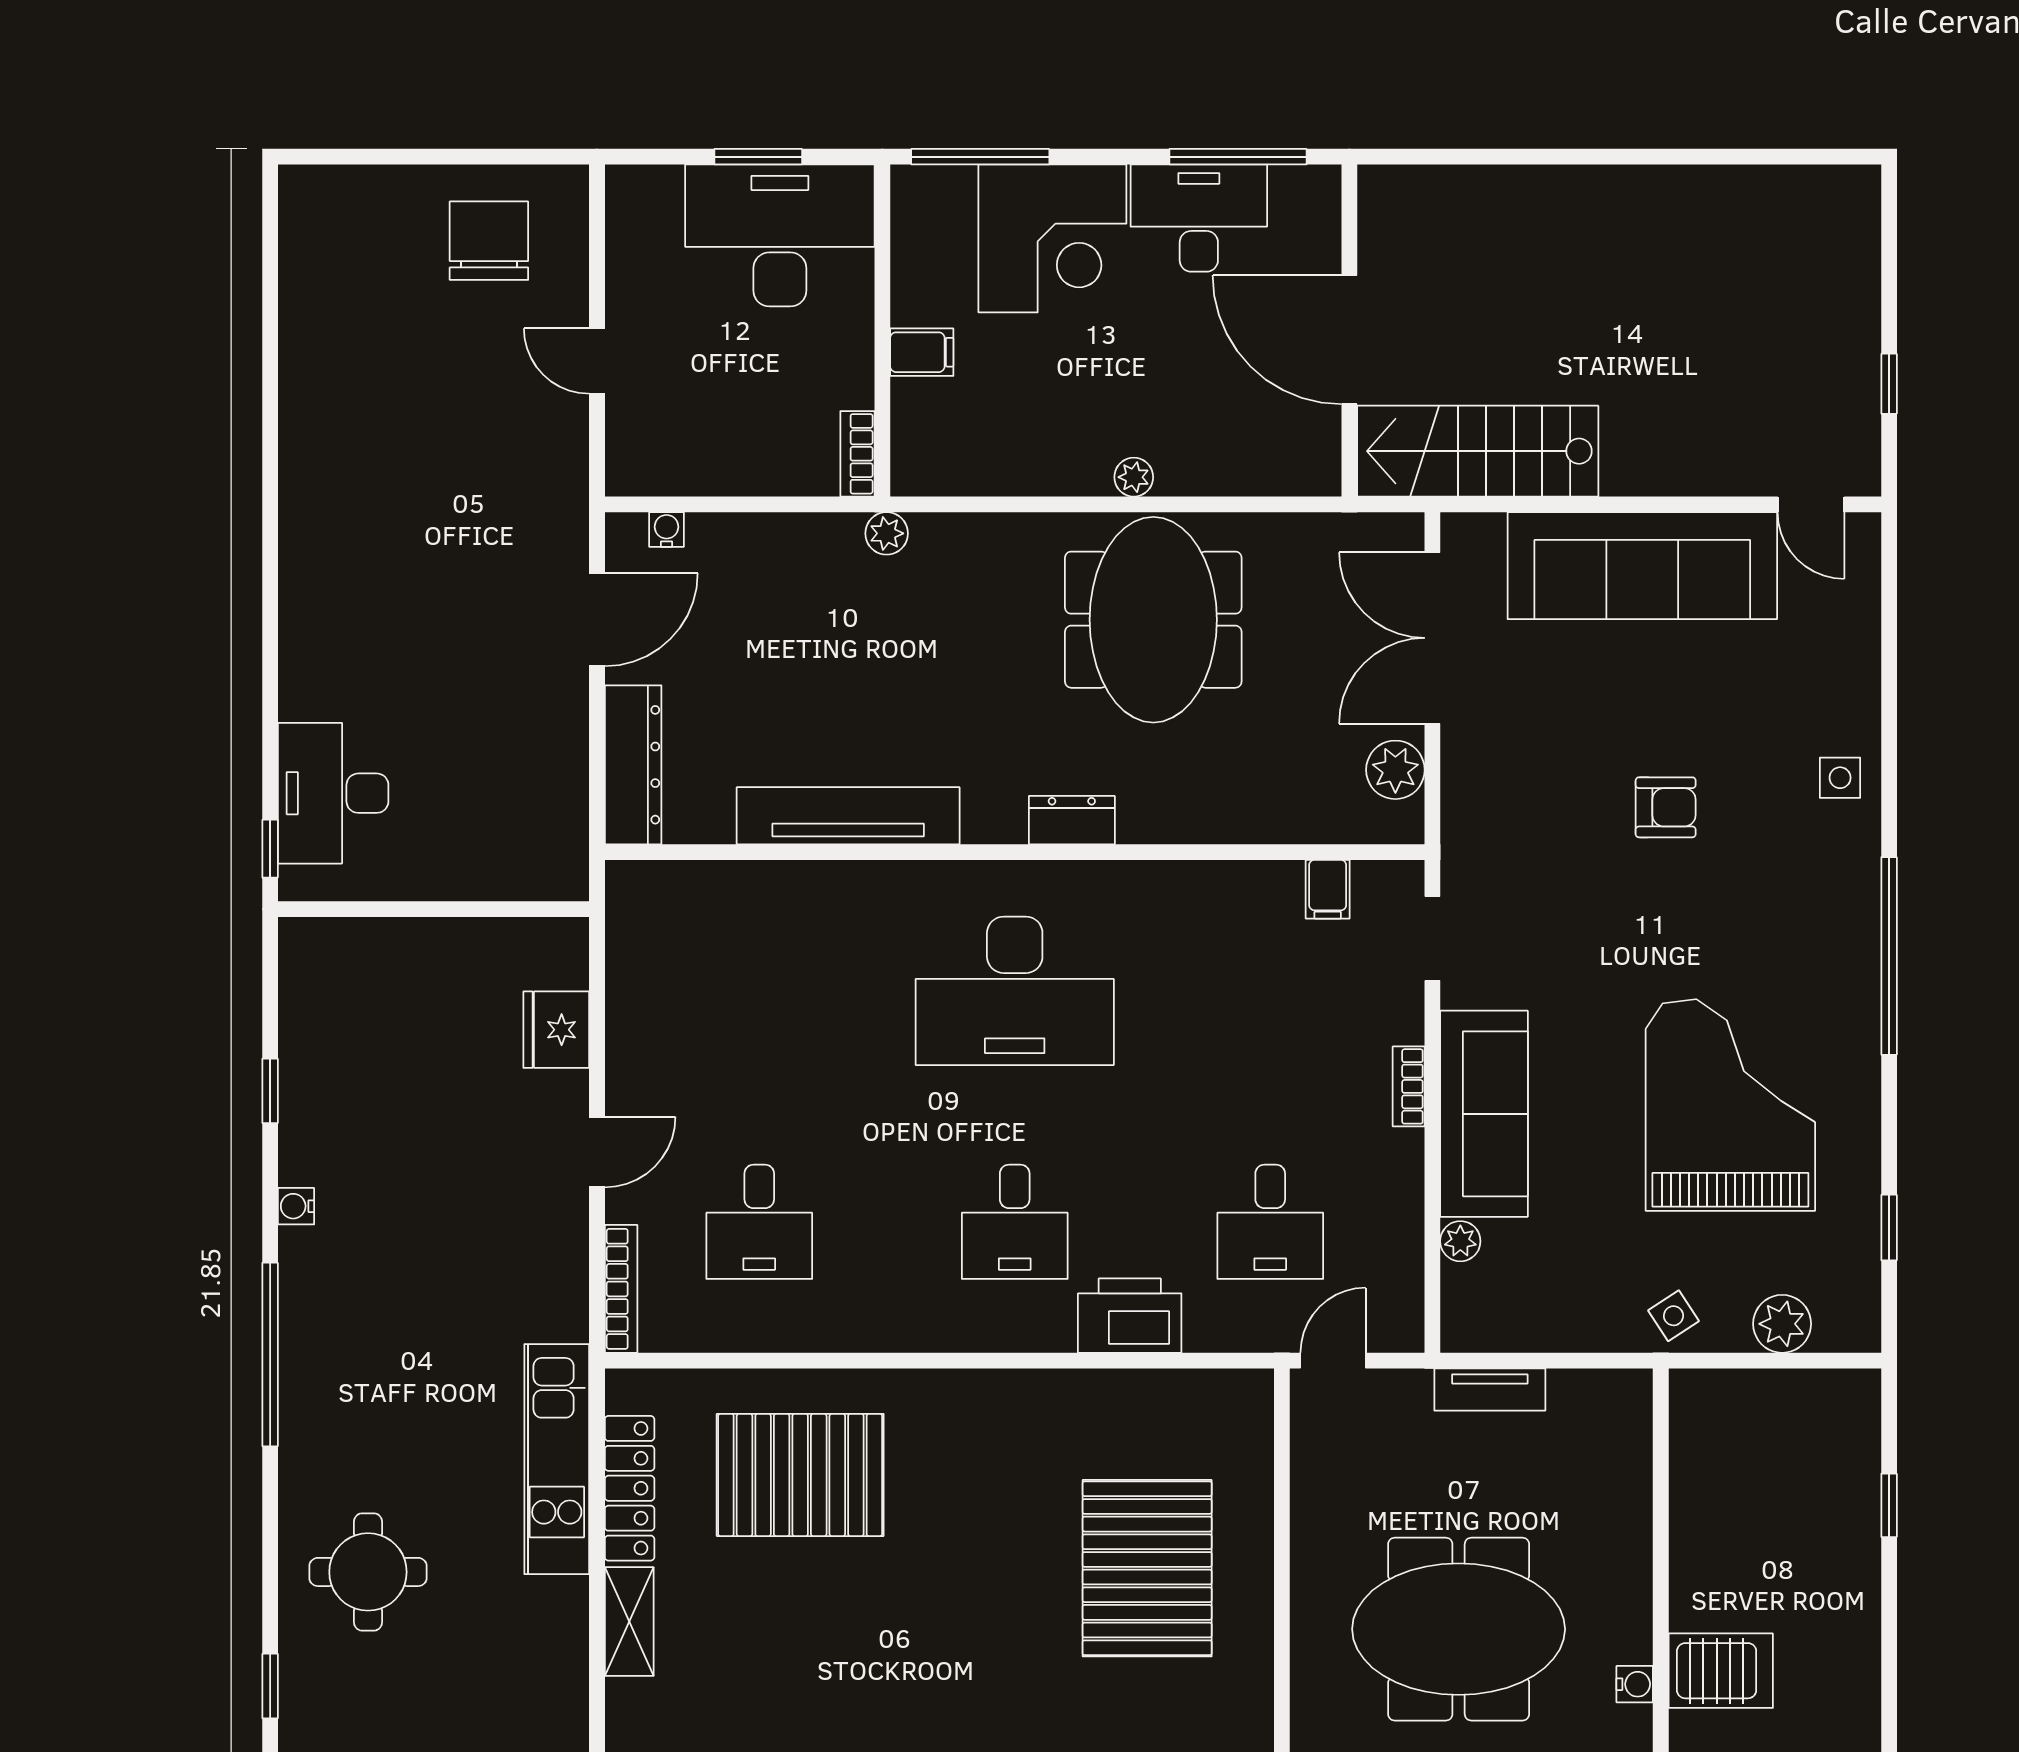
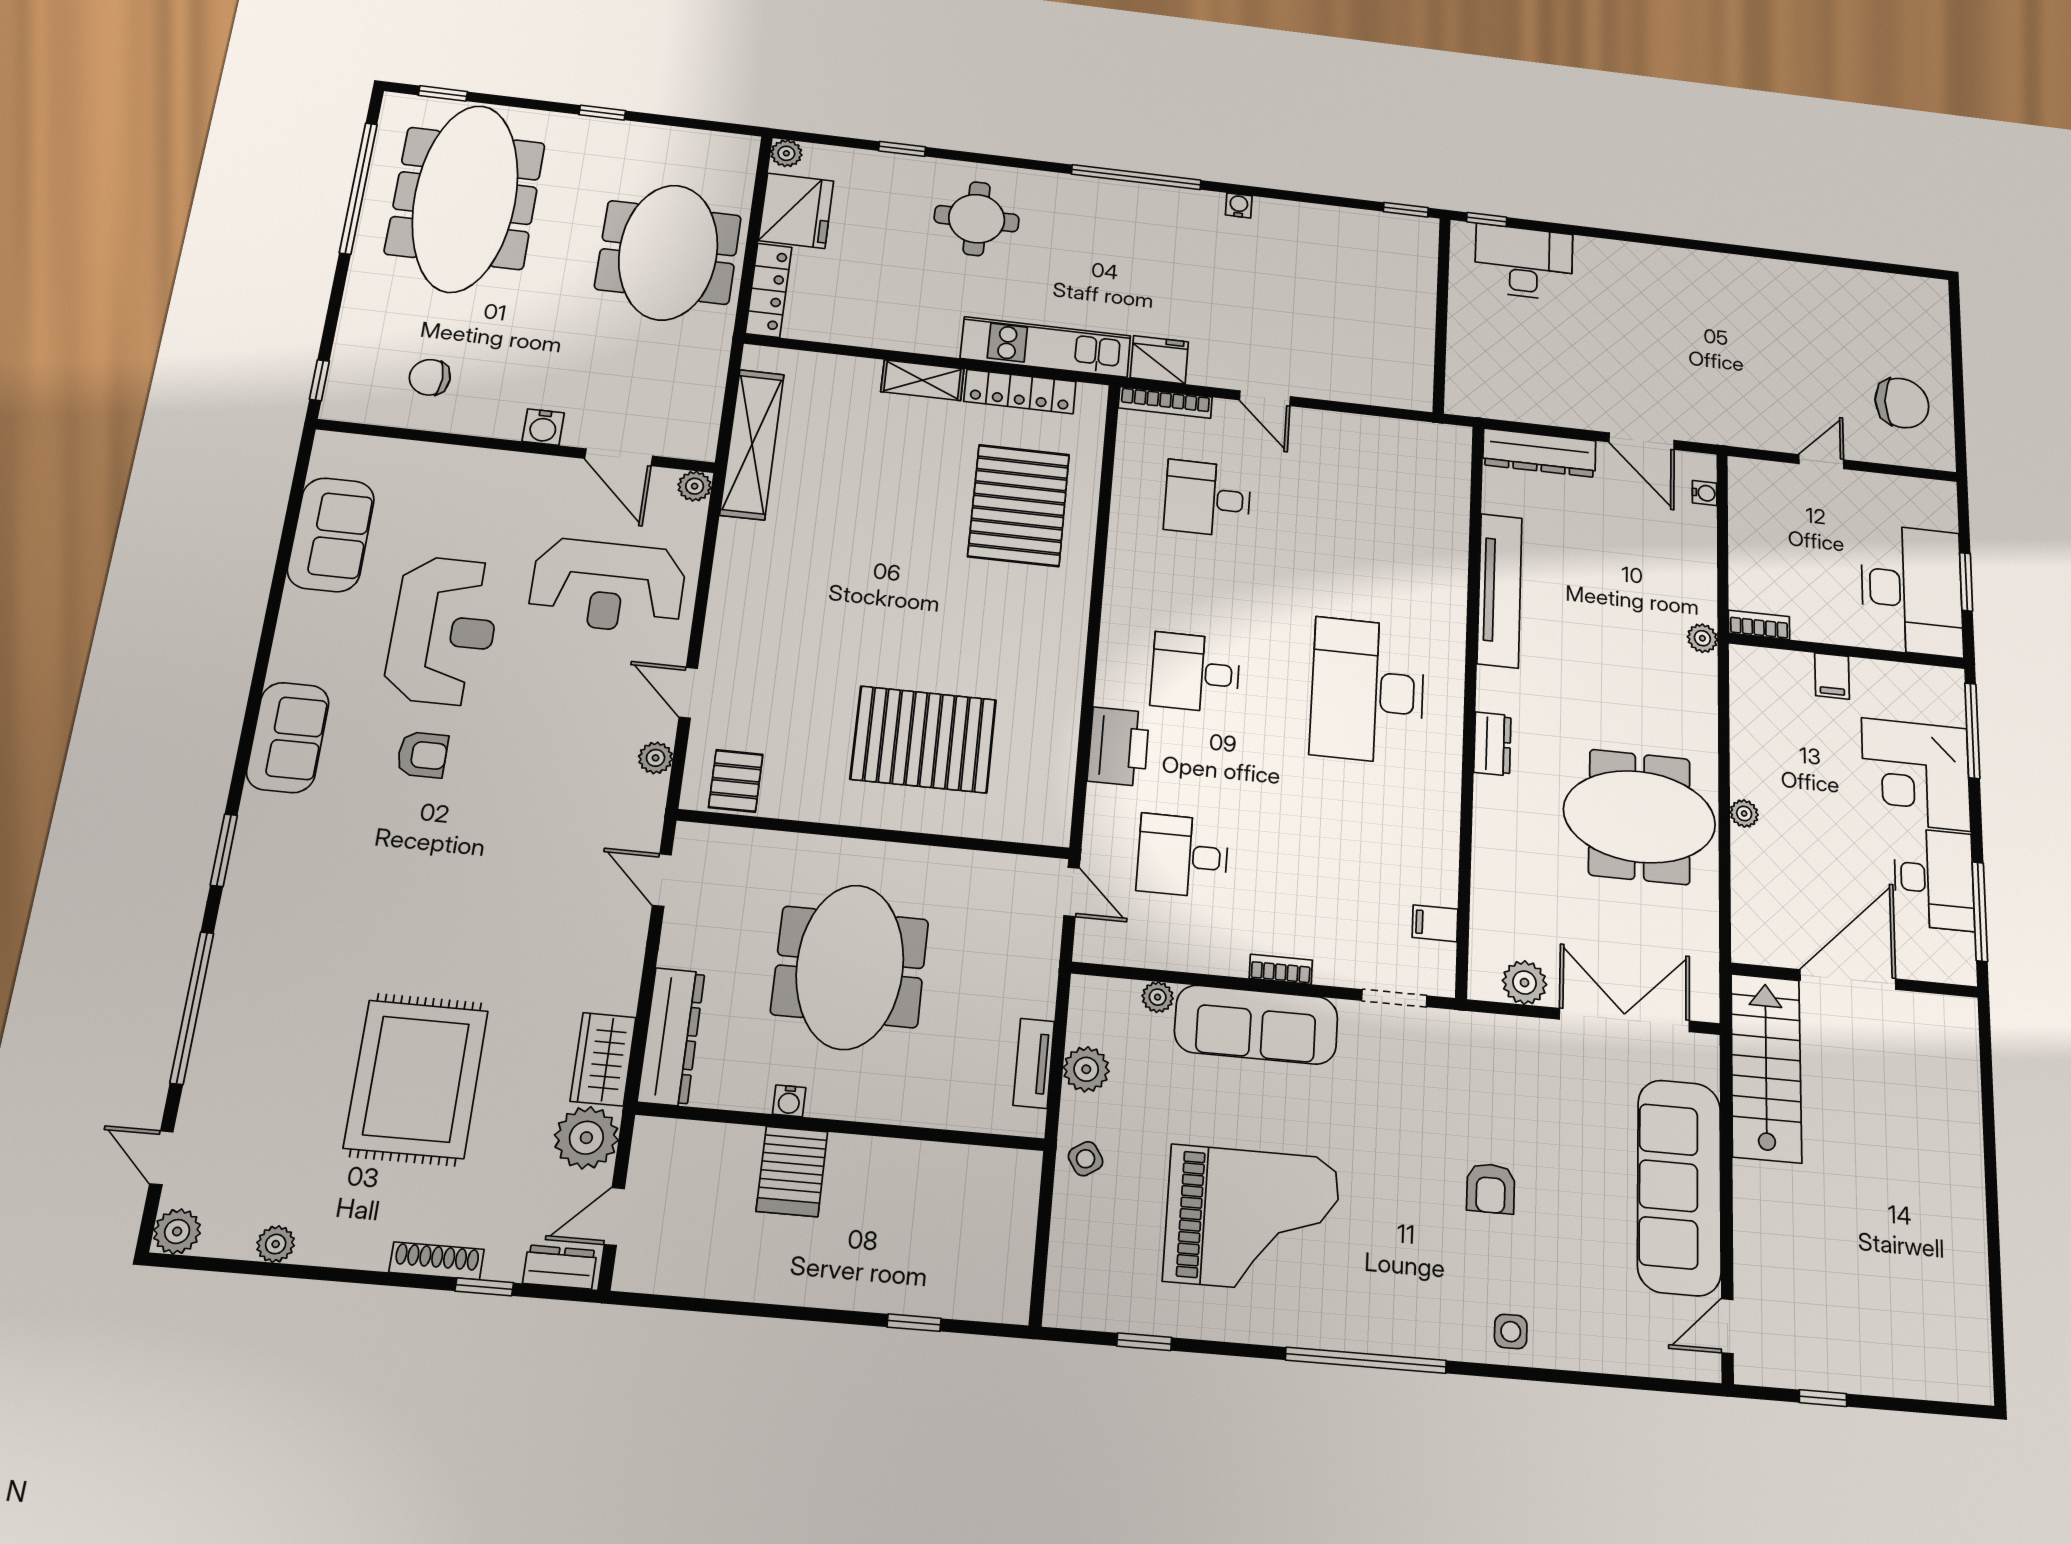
fridge: (556, 1030) -> (1159, 360), moved
window: (270, 1091) -> (1406, 210), moved
plant: (1782, 1324) -> (1086, 1069), moved
tv unit: (1490, 1390) -> (1034, 1063), moved

